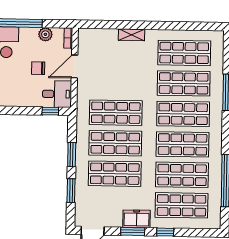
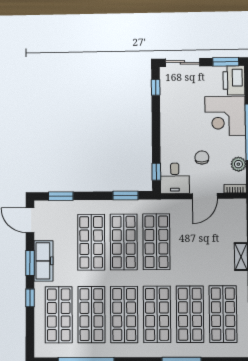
door: (74, 66) -> (205, 196), swing flipped
window: (72, 155) -> (125, 196), moved
window: (71, 191) -> (61, 196), moved
freezer: (137, 219) -> (44, 261), width x1.40

